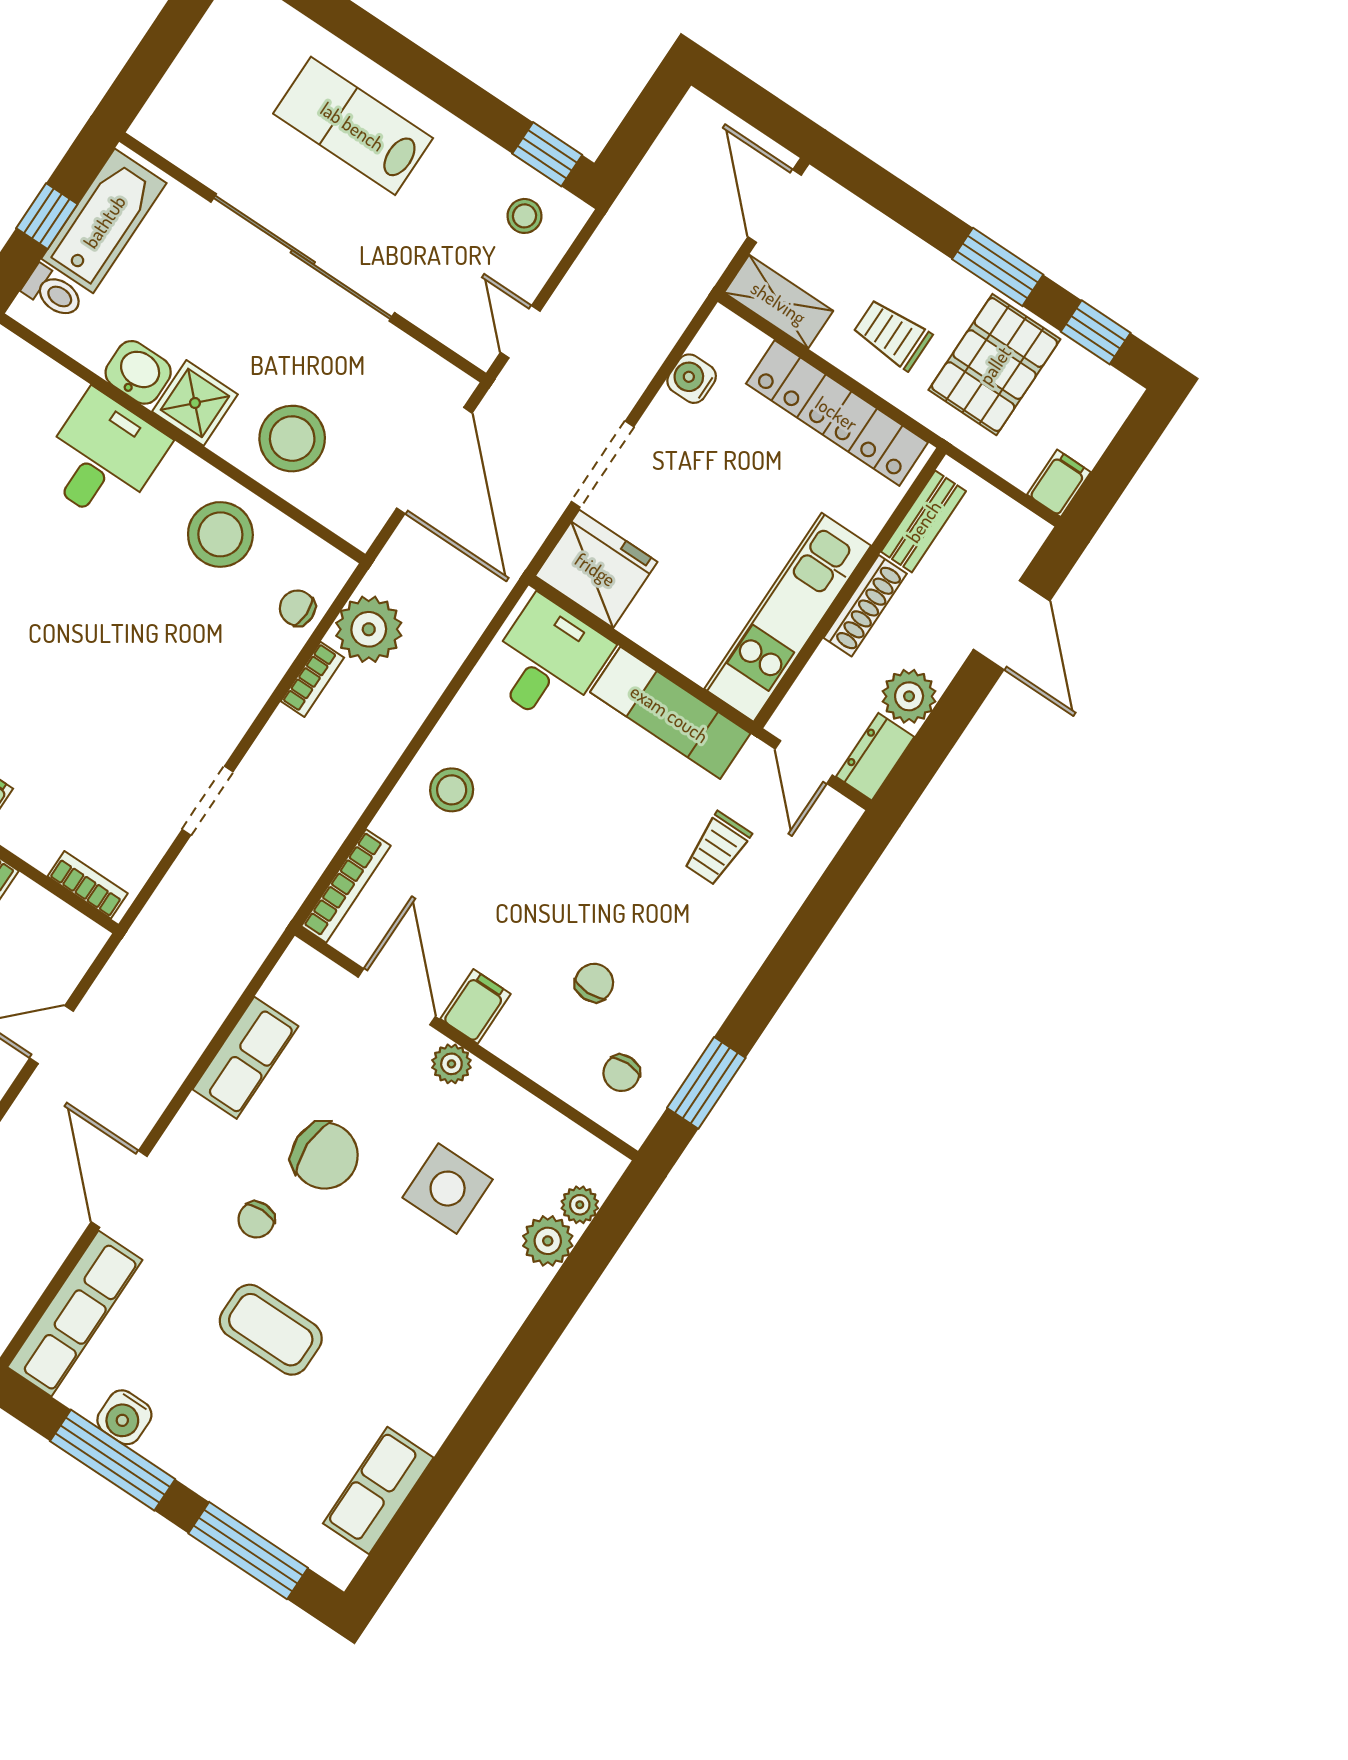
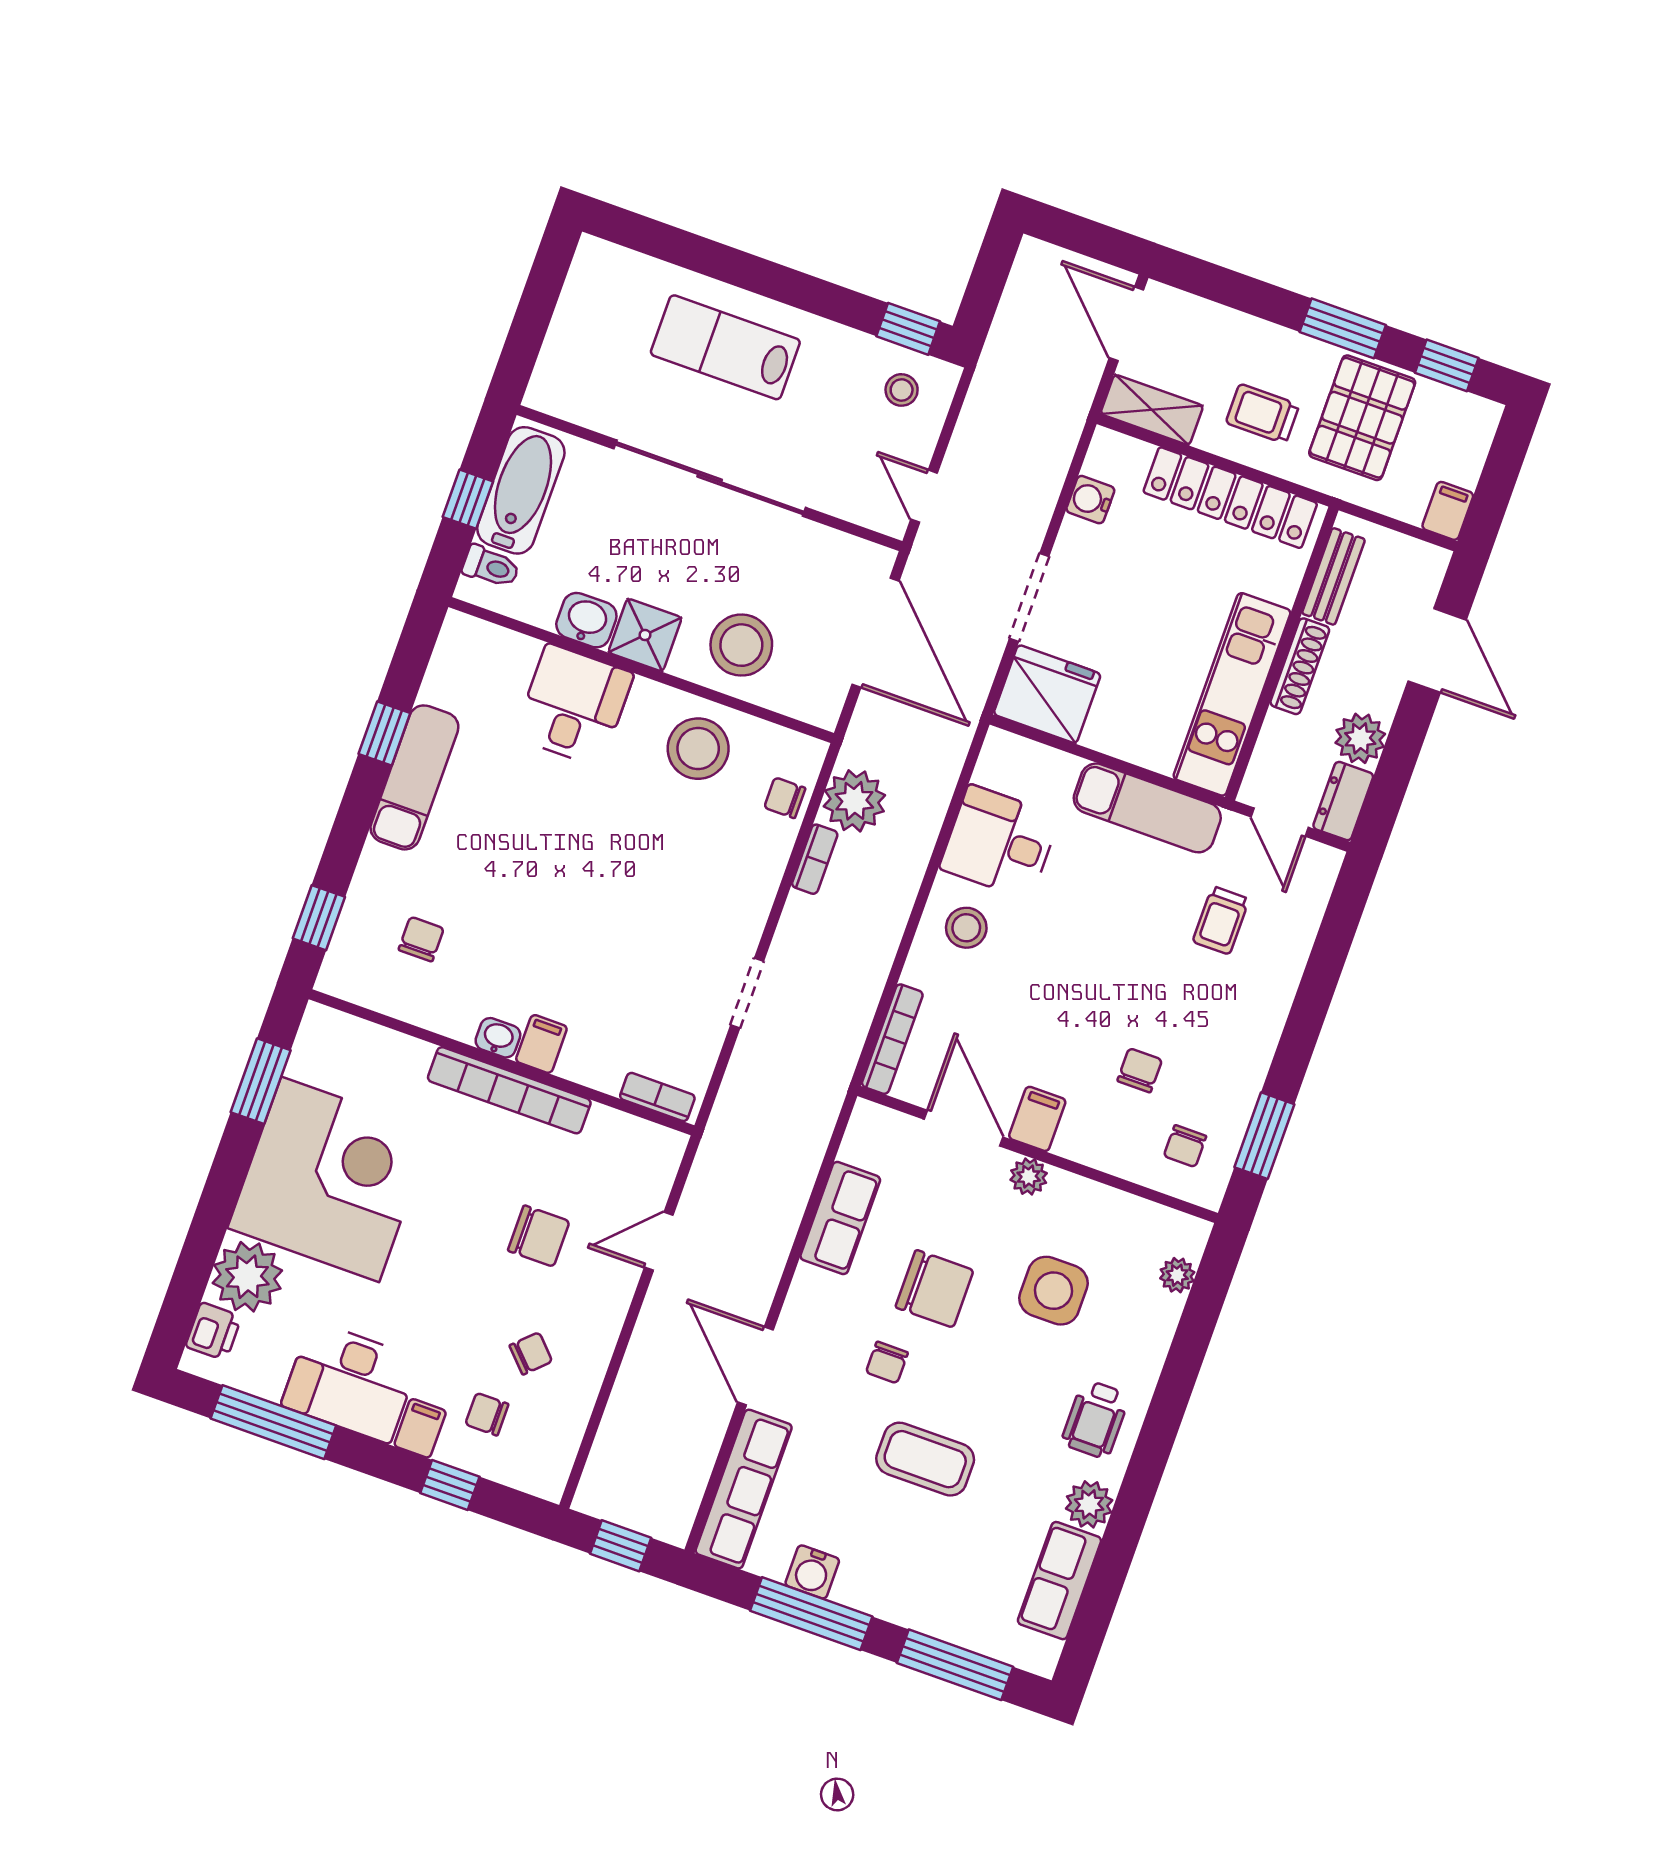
desk: (548, 661) -> (1000, 842), moved, turned -90
plant: (548, 1241) -> (1089, 1504), moved
wheelchair: (457, 1333) -> (1095, 1419), added

